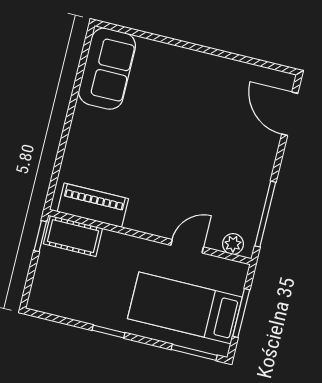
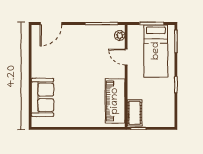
sofa: (107, 69) -> (43, 97), moved, turned 90
piano: (93, 205) -> (115, 101), width x1.37, depth x1.33

